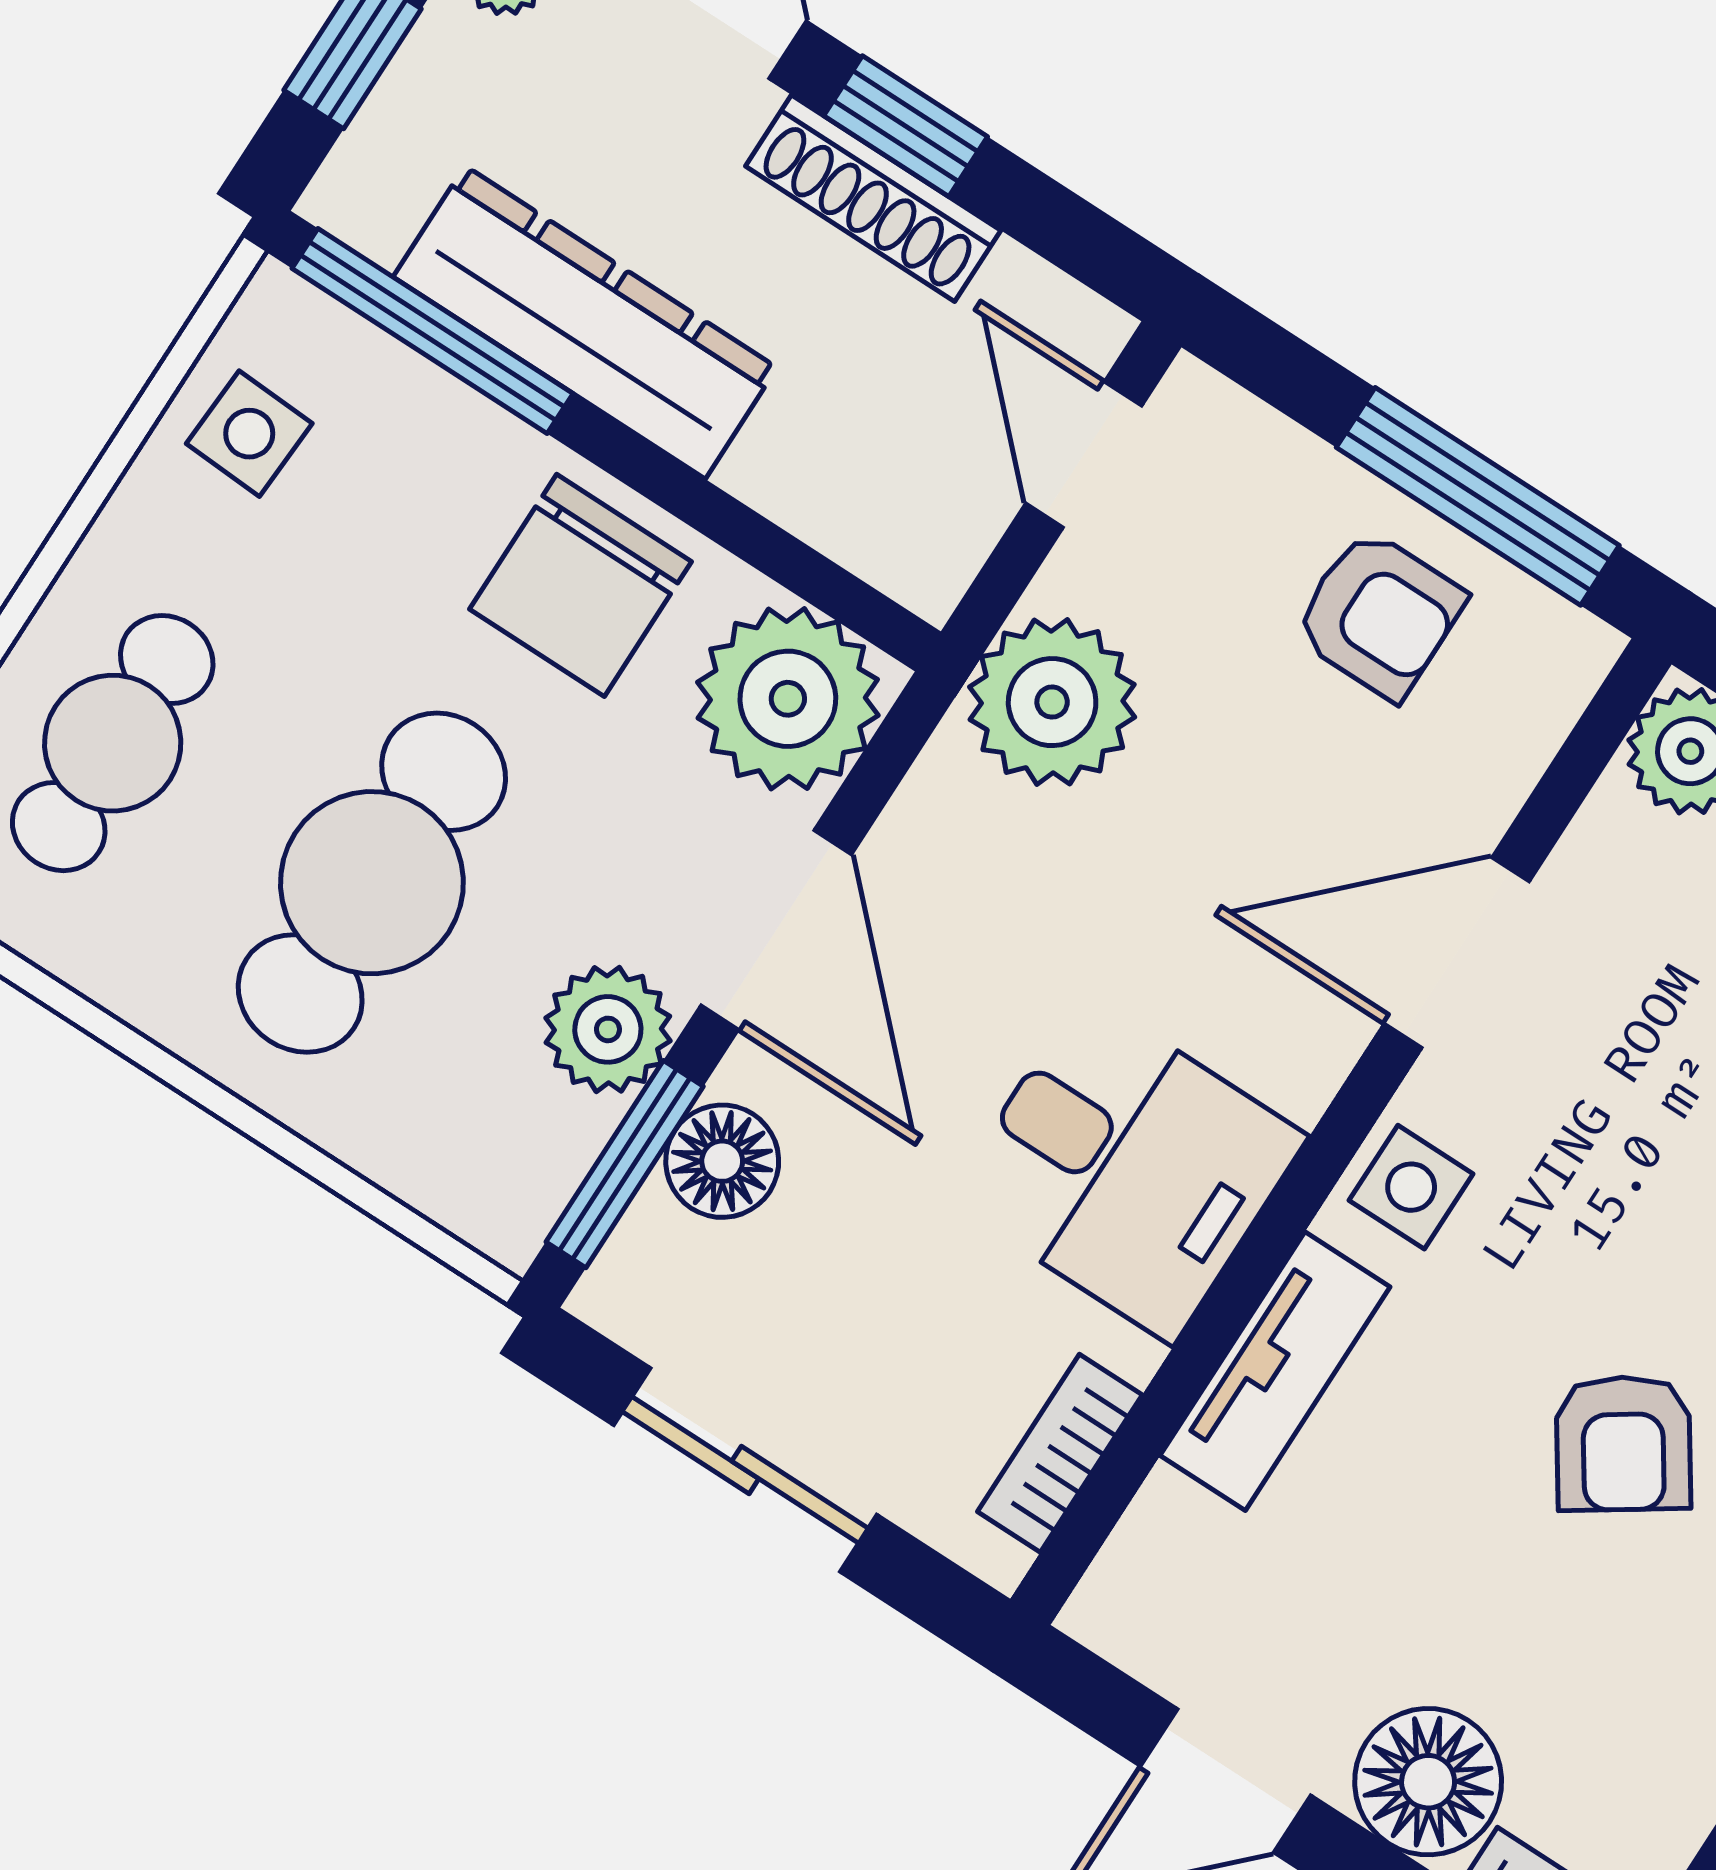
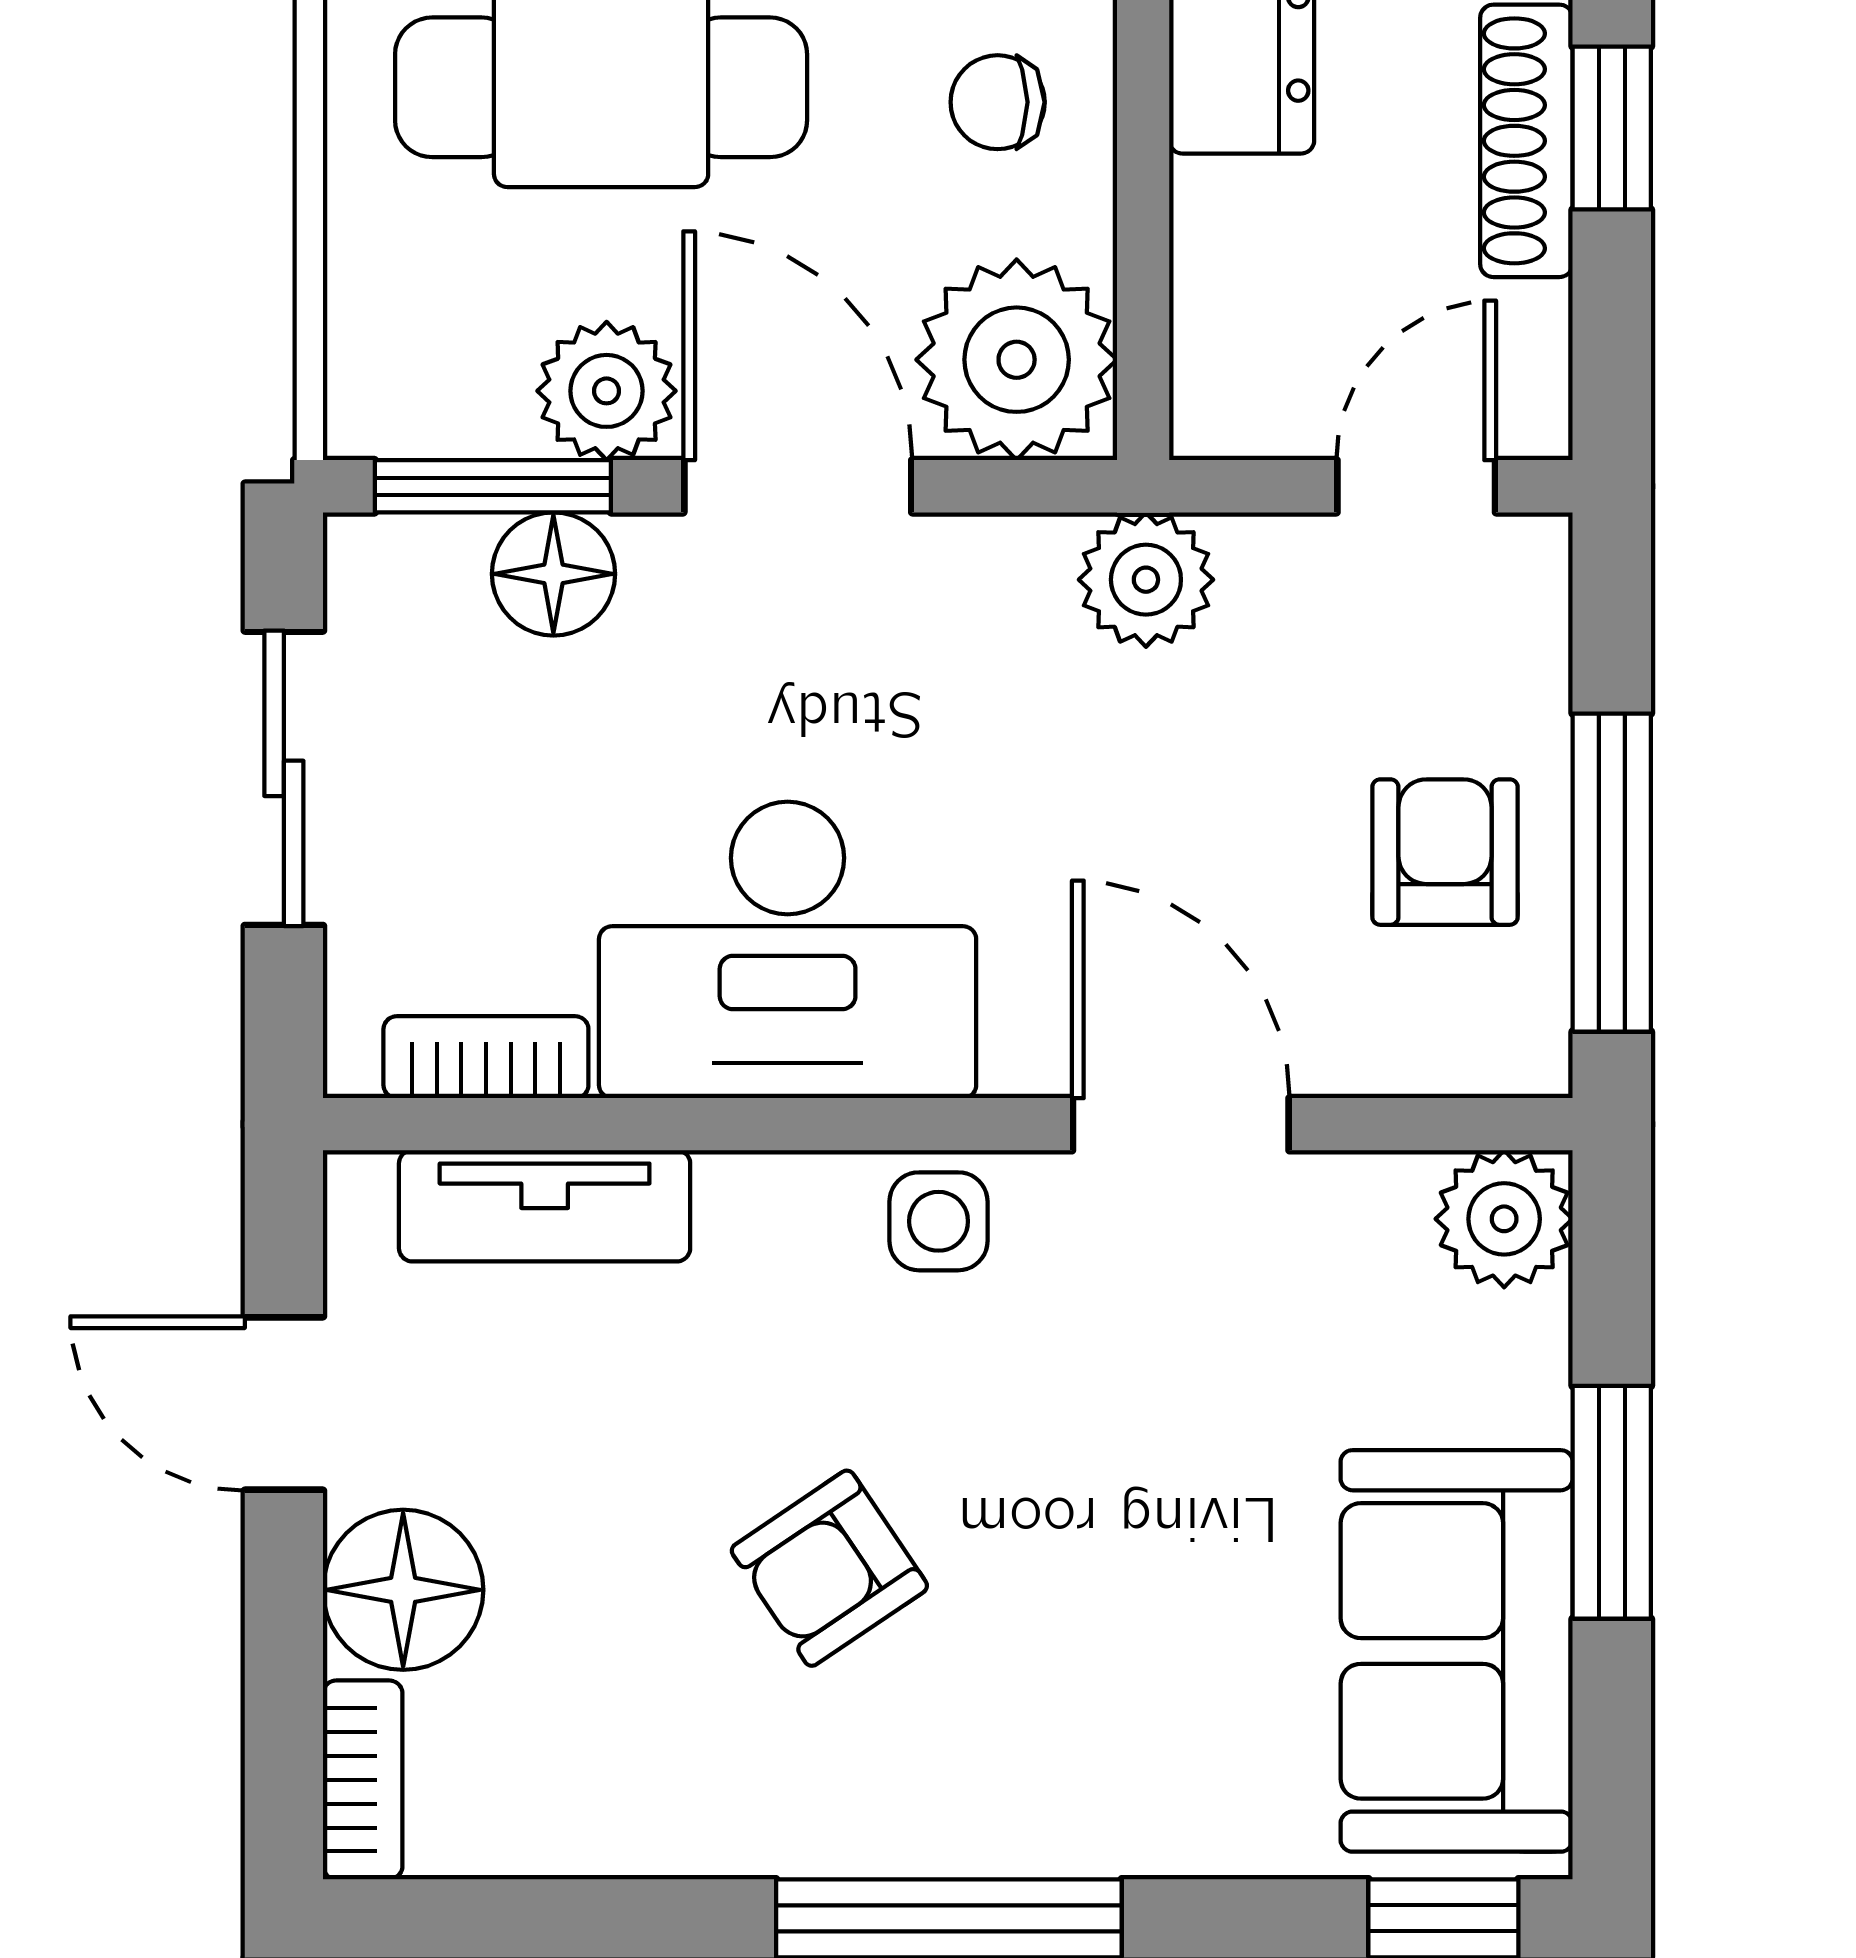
chair: (580, 585) -> (998, 102), width x0.54, depth x0.54
armchair: (1379, 614) -> (1445, 852), turned 180
plant: (1052, 702) -> (1146, 580), width x0.73, depth x0.73
door: (776, 930) -> (798, 486), swing flipped
desk: (1127, 1168) -> (788, 950), width x1.37
tv unit: (1275, 1371) -> (545, 1206), moved

